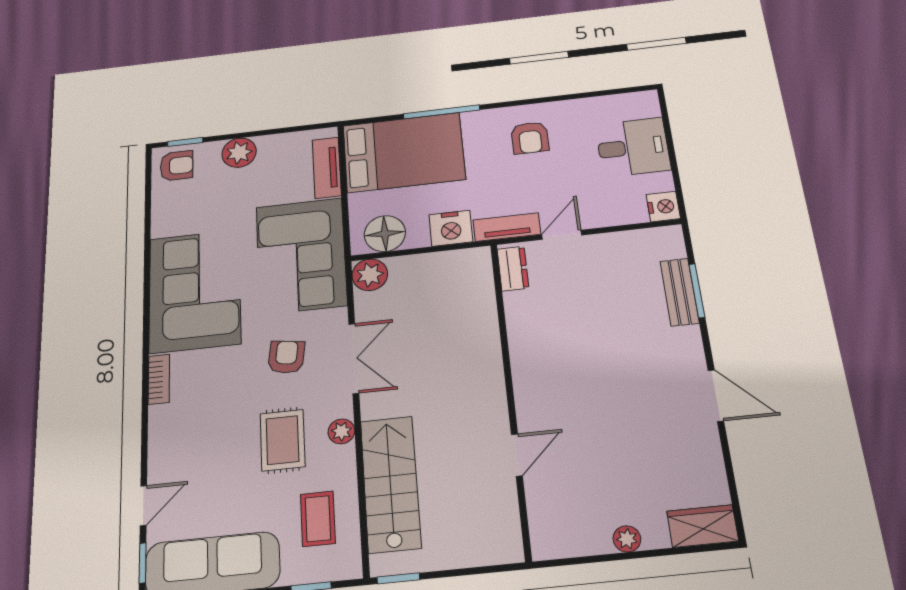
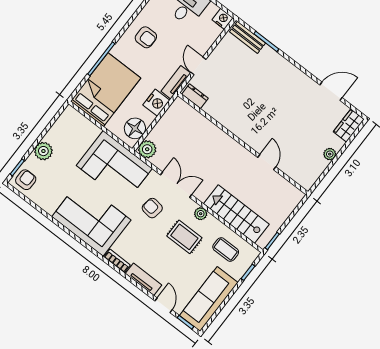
tv unit: (327, 168) -> (144, 279), moved, turned 180
bench: (680, 292) -> (247, 37), moved
door: (716, 396) -> (331, 91), moved

